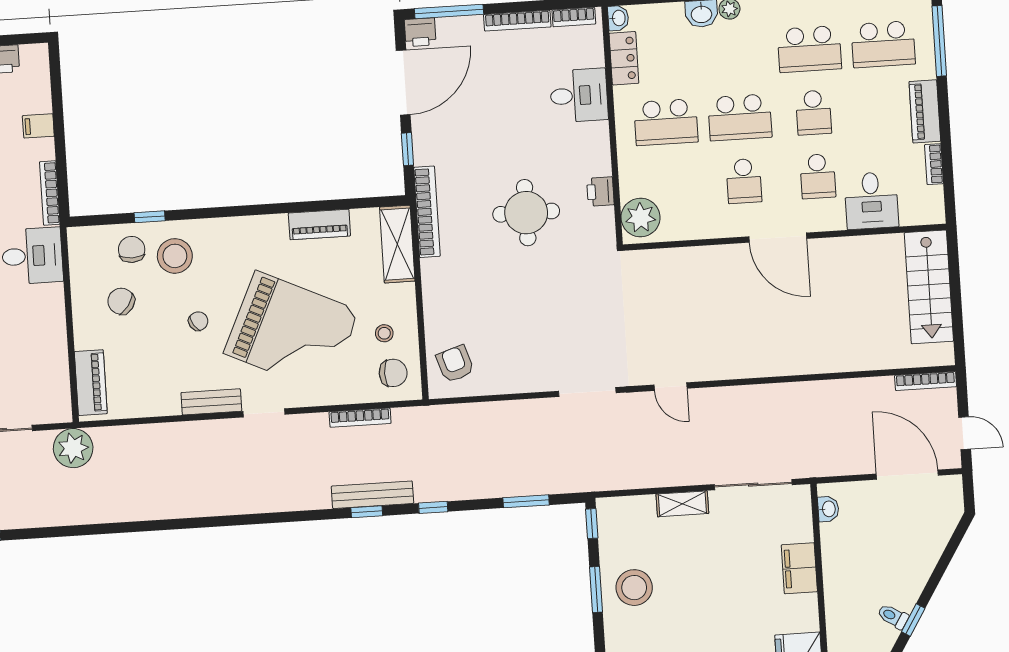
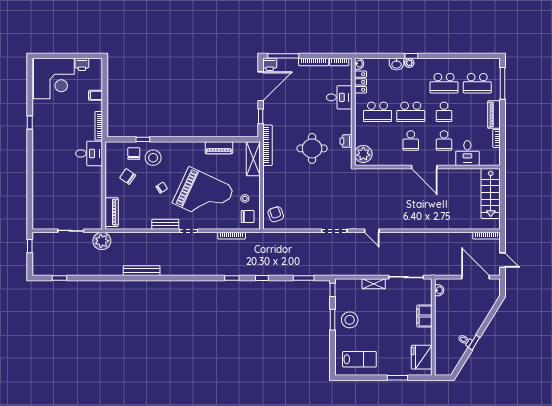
bench: (372, 495) -> (142, 271), moved

